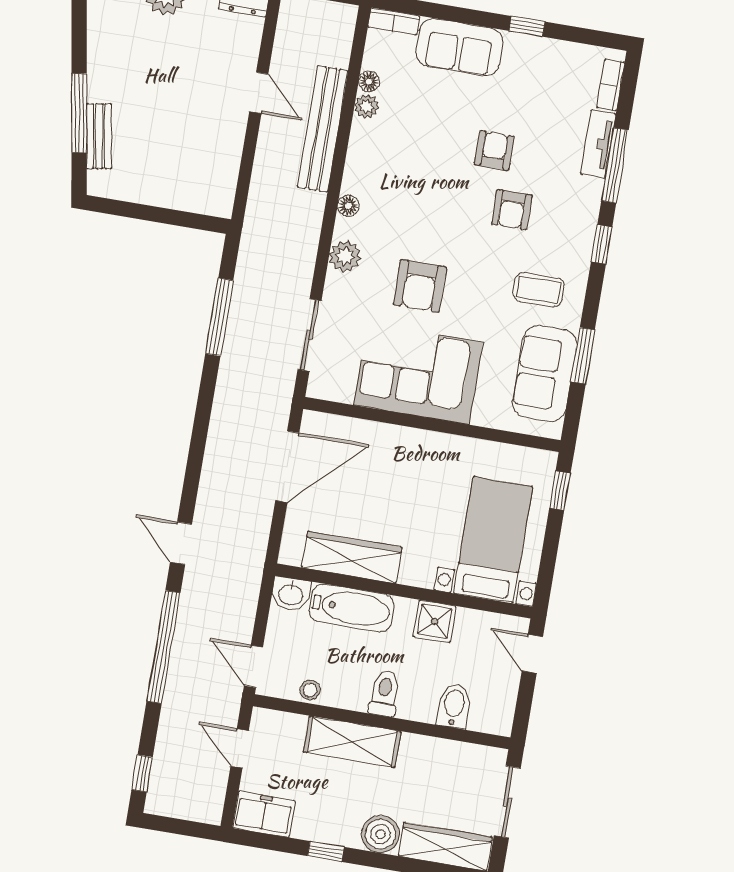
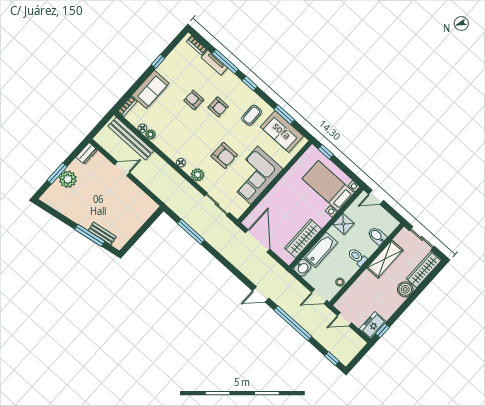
bench: (323, 129) -> (131, 139), moved
shelving: (352, 742) -> (385, 259), moved
window: (326, 851) -> (382, 331), moved

